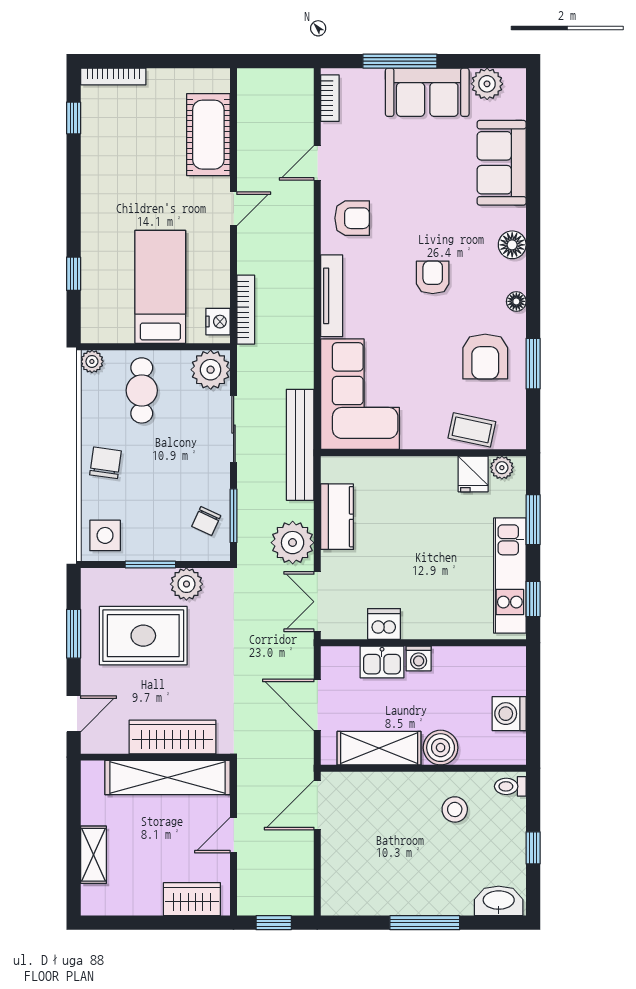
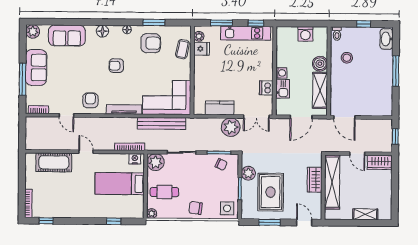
plant: (487, 84) -> (33, 31), moved
bench: (300, 445) -> (162, 123), moved
wardrobe: (173, 737) -> (315, 180), width x0.67
wardrobe: (192, 899) -> (380, 162), moved, turned -90

